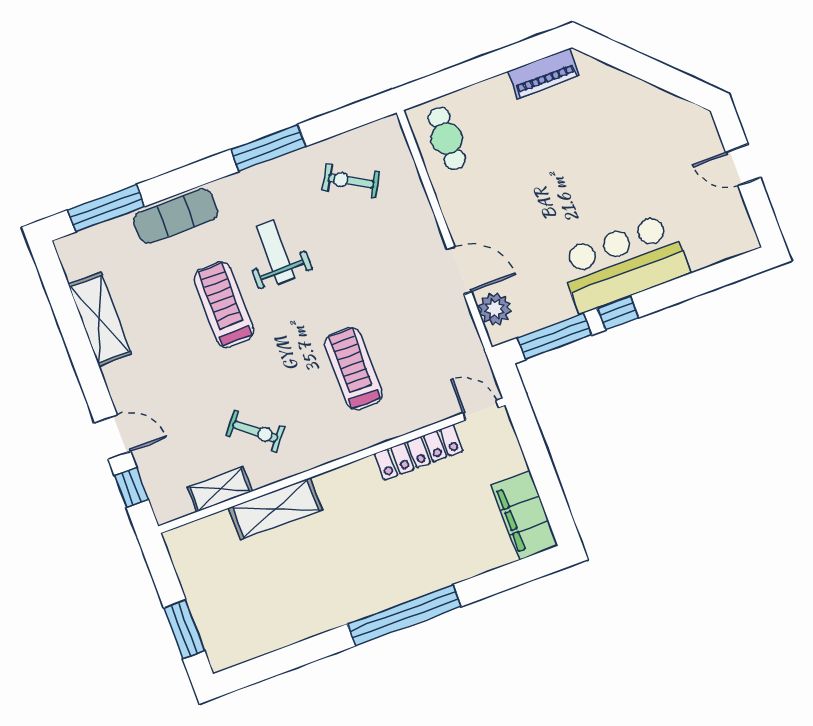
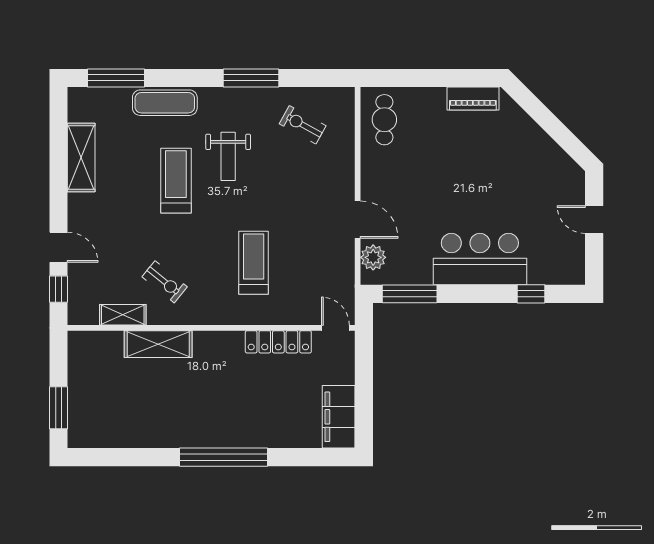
weight bench: (276, 252) -> (228, 156), turned 180
window: (618, 313) -> (531, 294), moved

